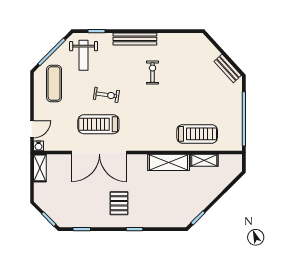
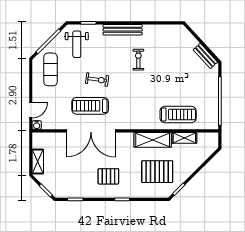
shelving: (40, 168) -> (38, 162), moved
pallet: (174, 198) -> (157, 172), added
pallet: (119, 203) -> (108, 176), turned 90

